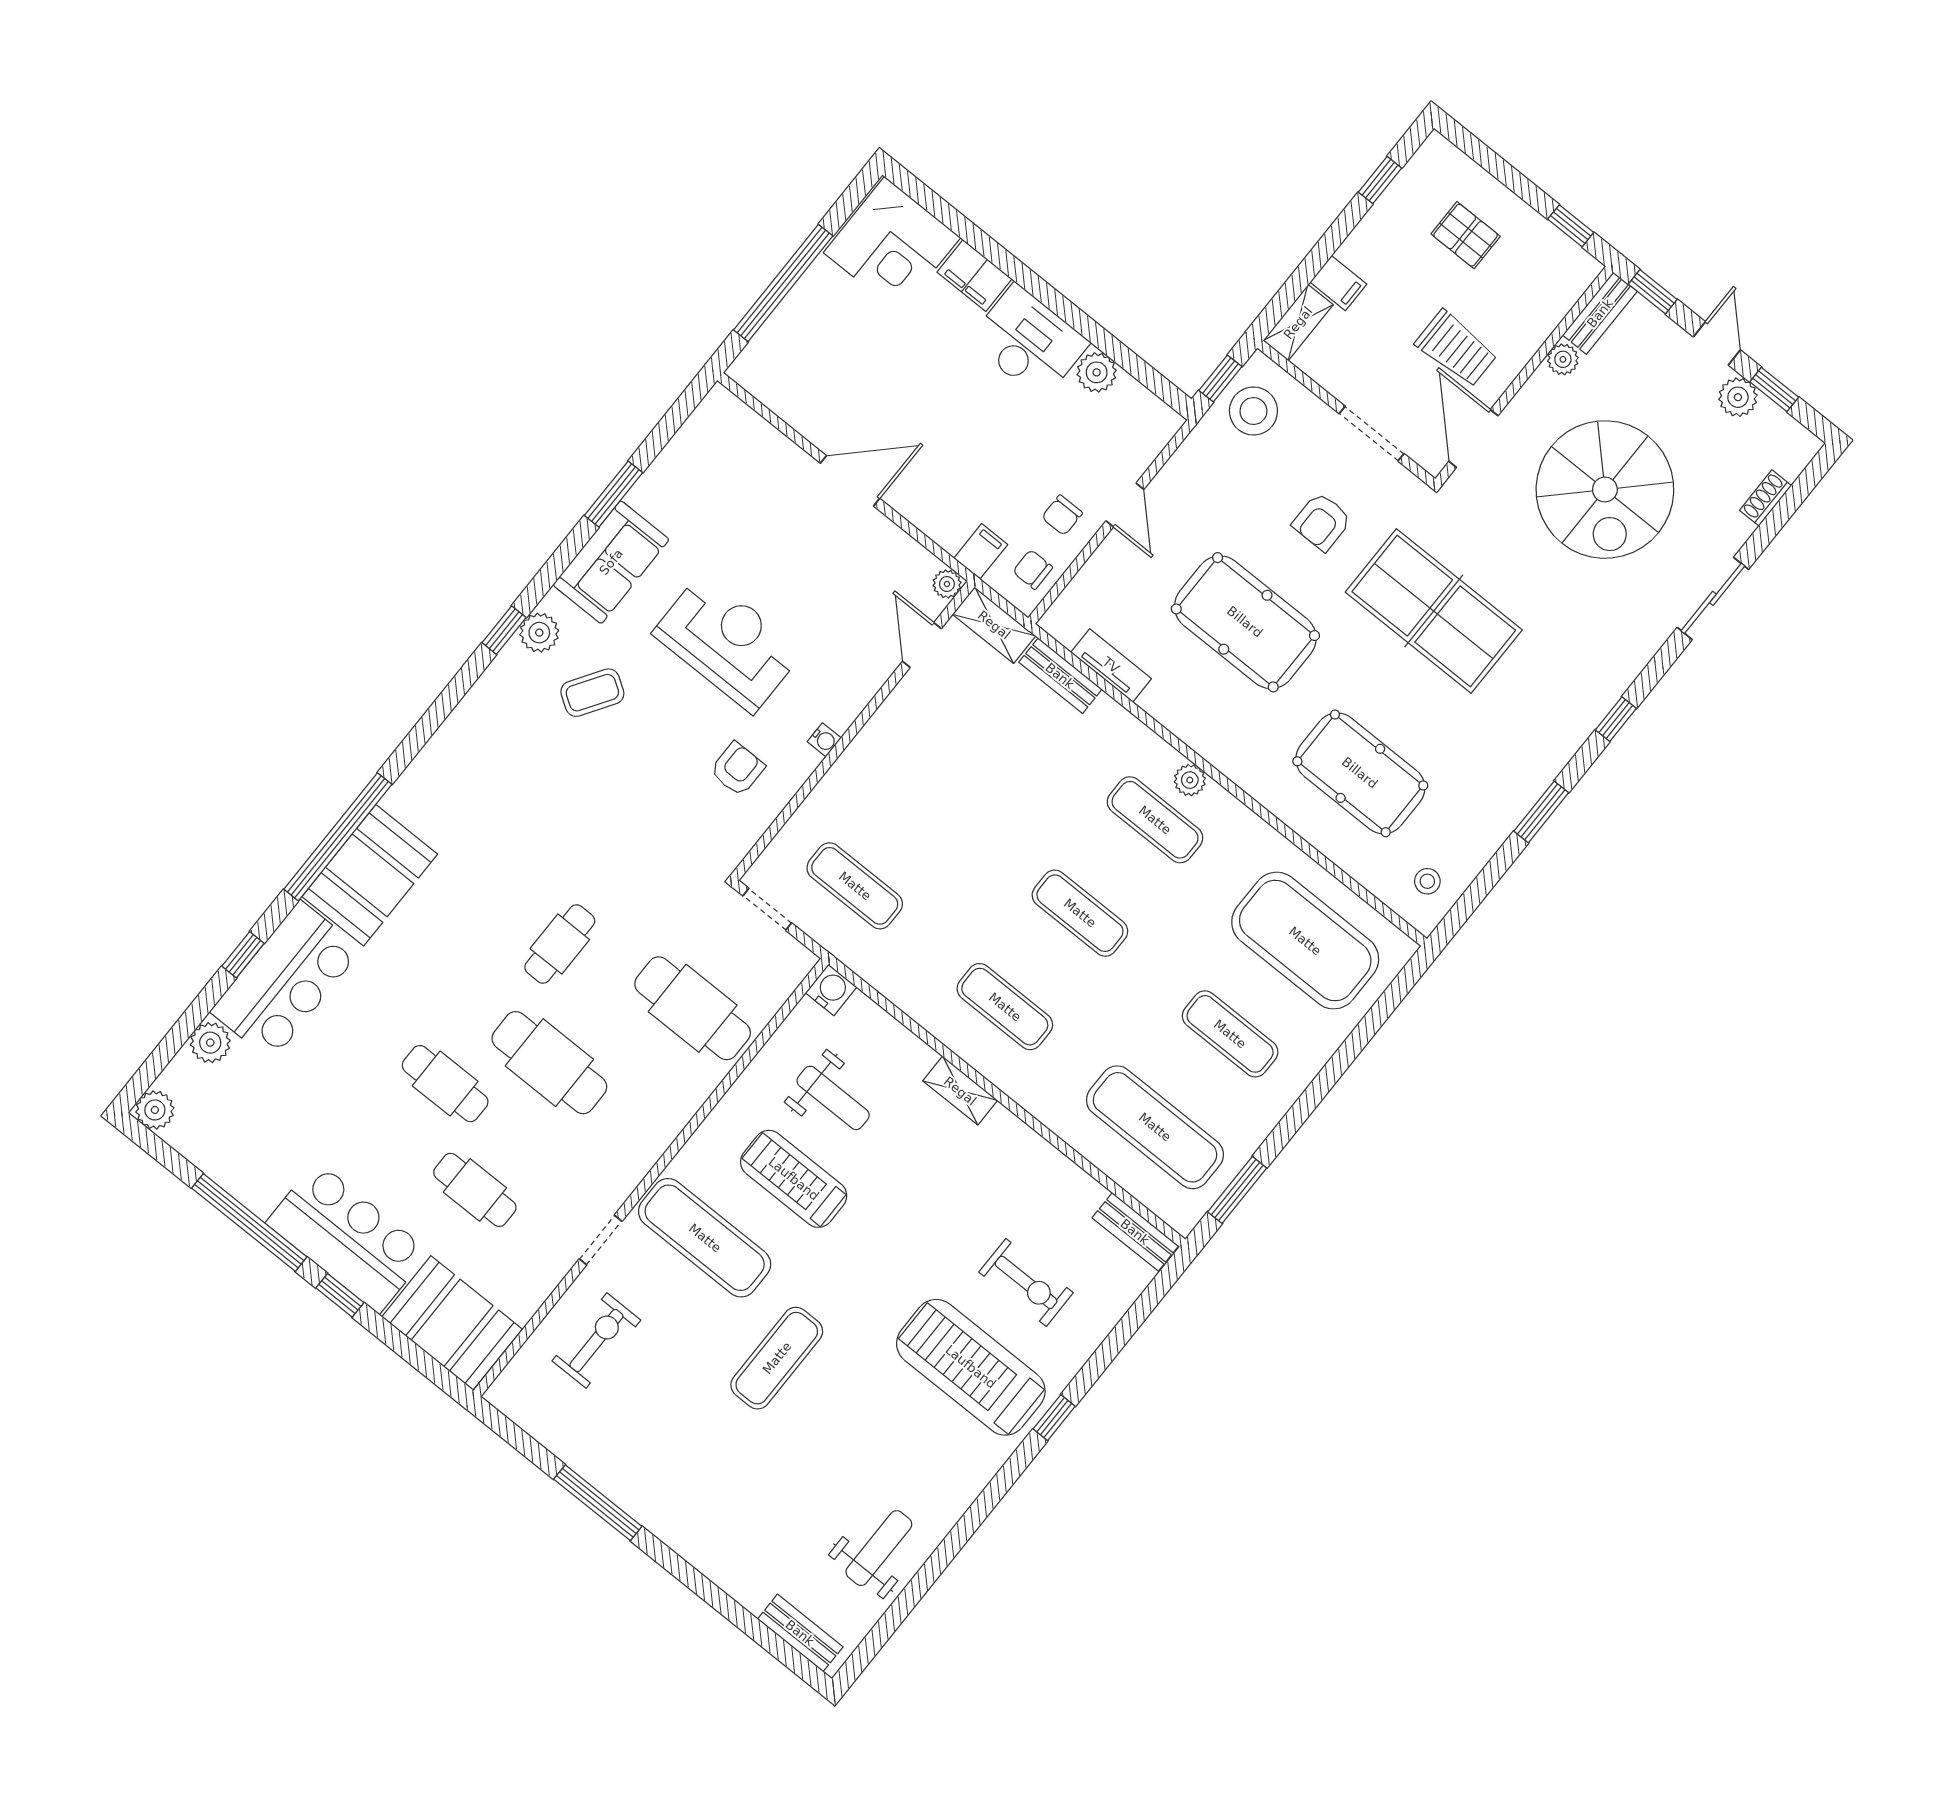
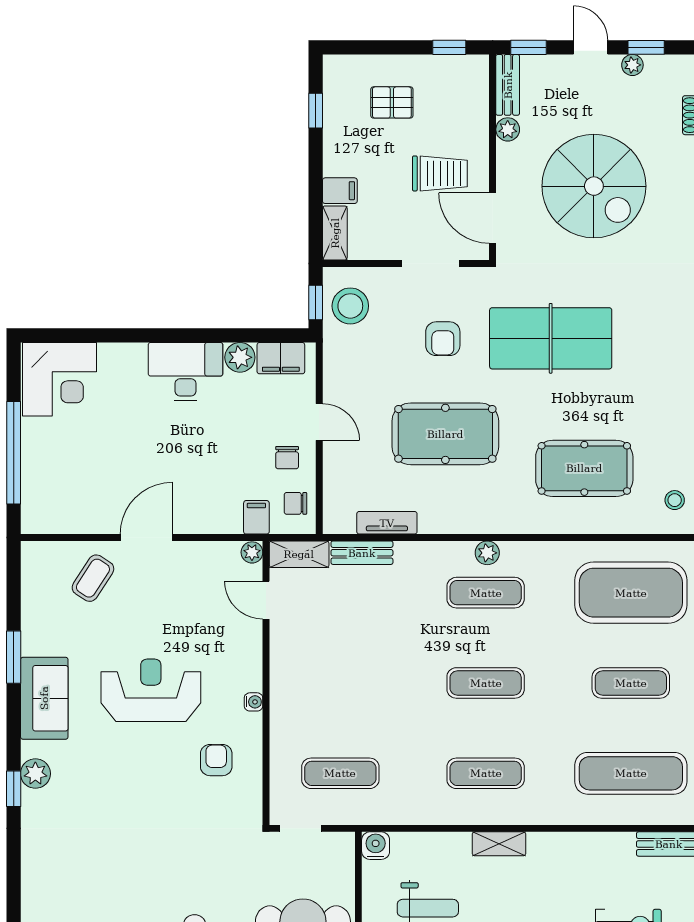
filing cabinet: (974, 276) -> (281, 358), moved
plant: (1738, 397) -> (632, 65), width x0.73, depth x0.73
coffee table: (592, 693) -> (93, 578), moved

